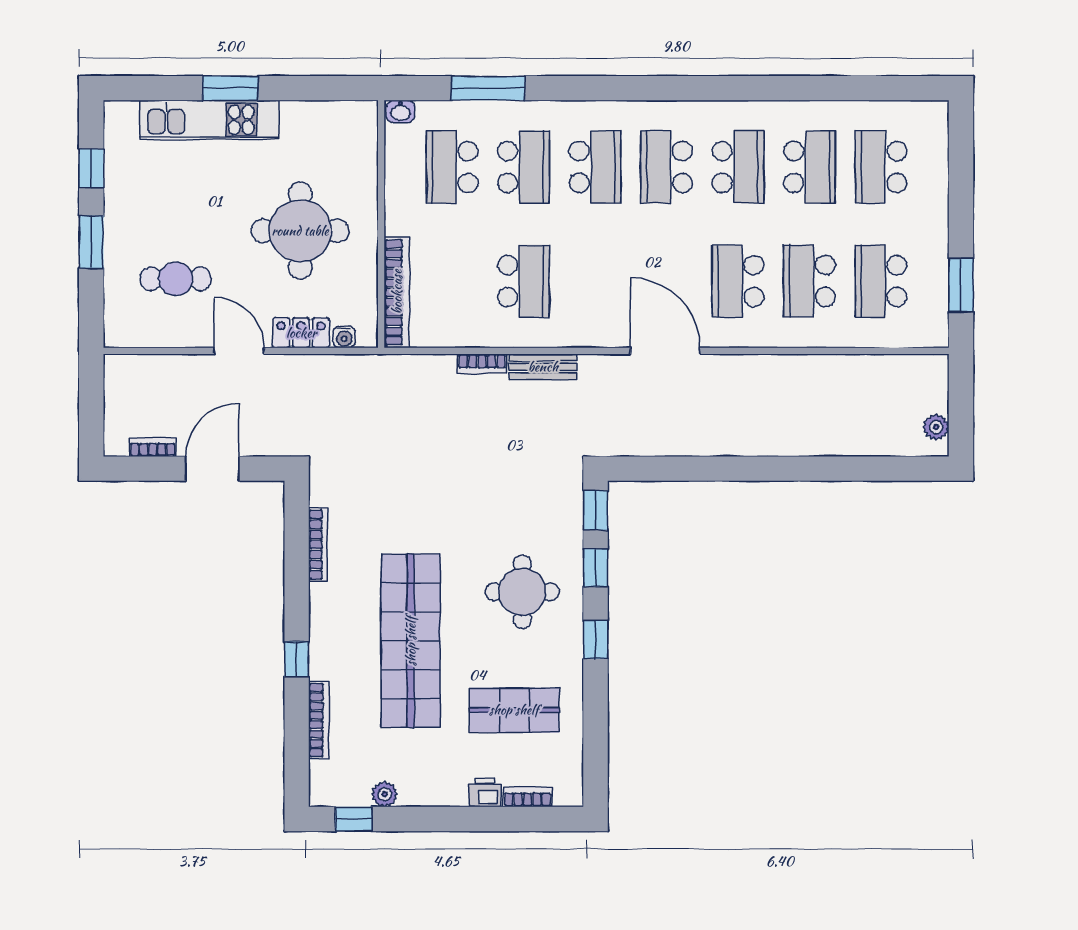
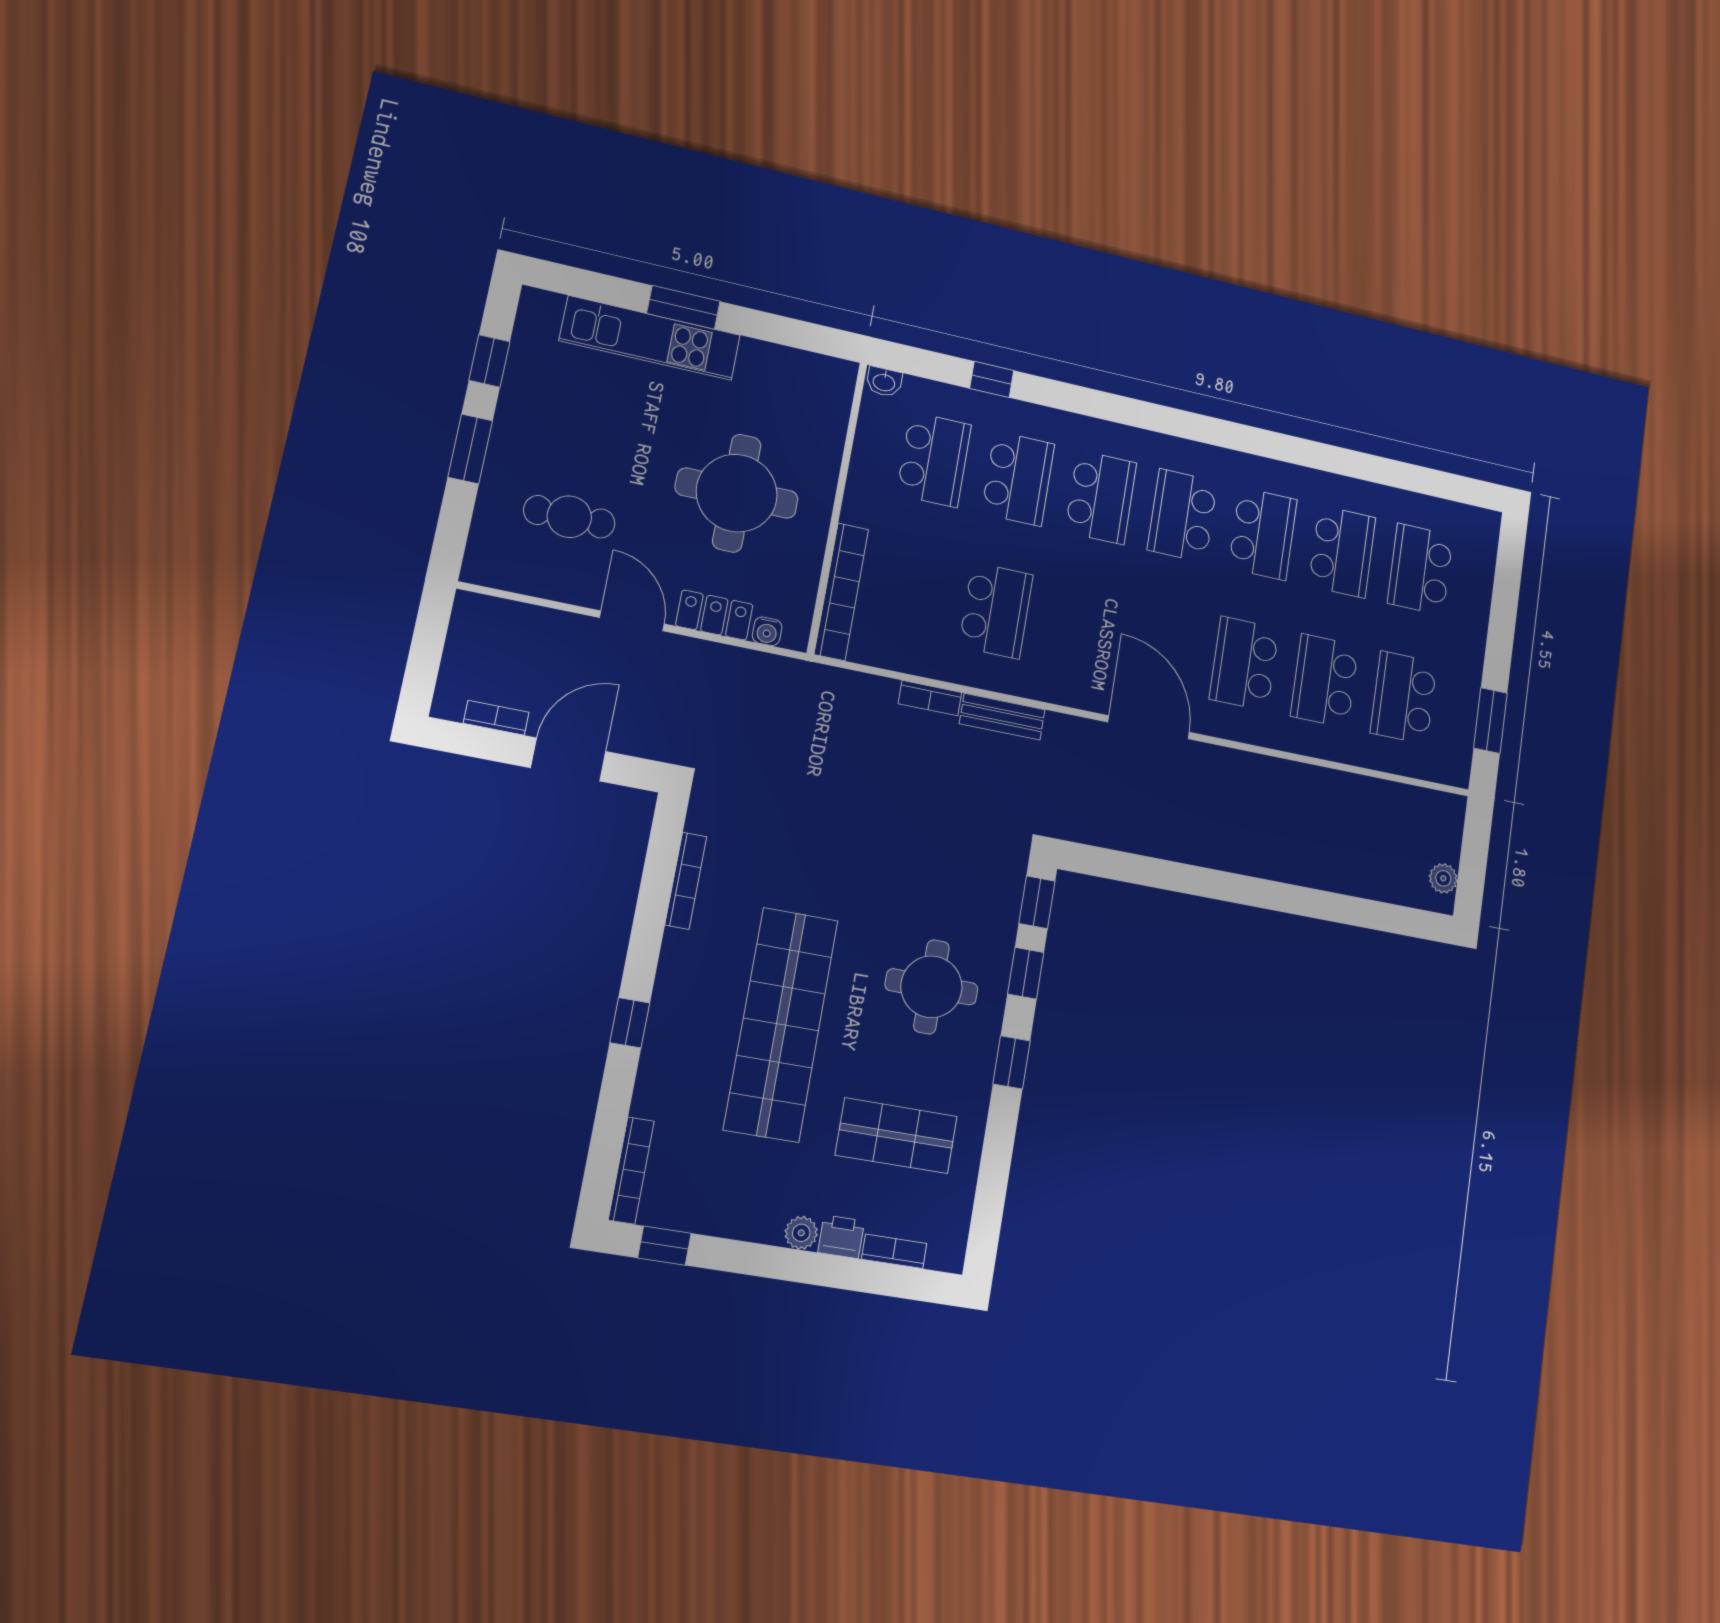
window: (488, 88) -> (992, 379), width x0.46
school desk: (452, 167) -> (934, 460), turned 180
bookcase: (319, 720) -> (631, 1170), moved
plant: (385, 794) -> (801, 1233), moved

